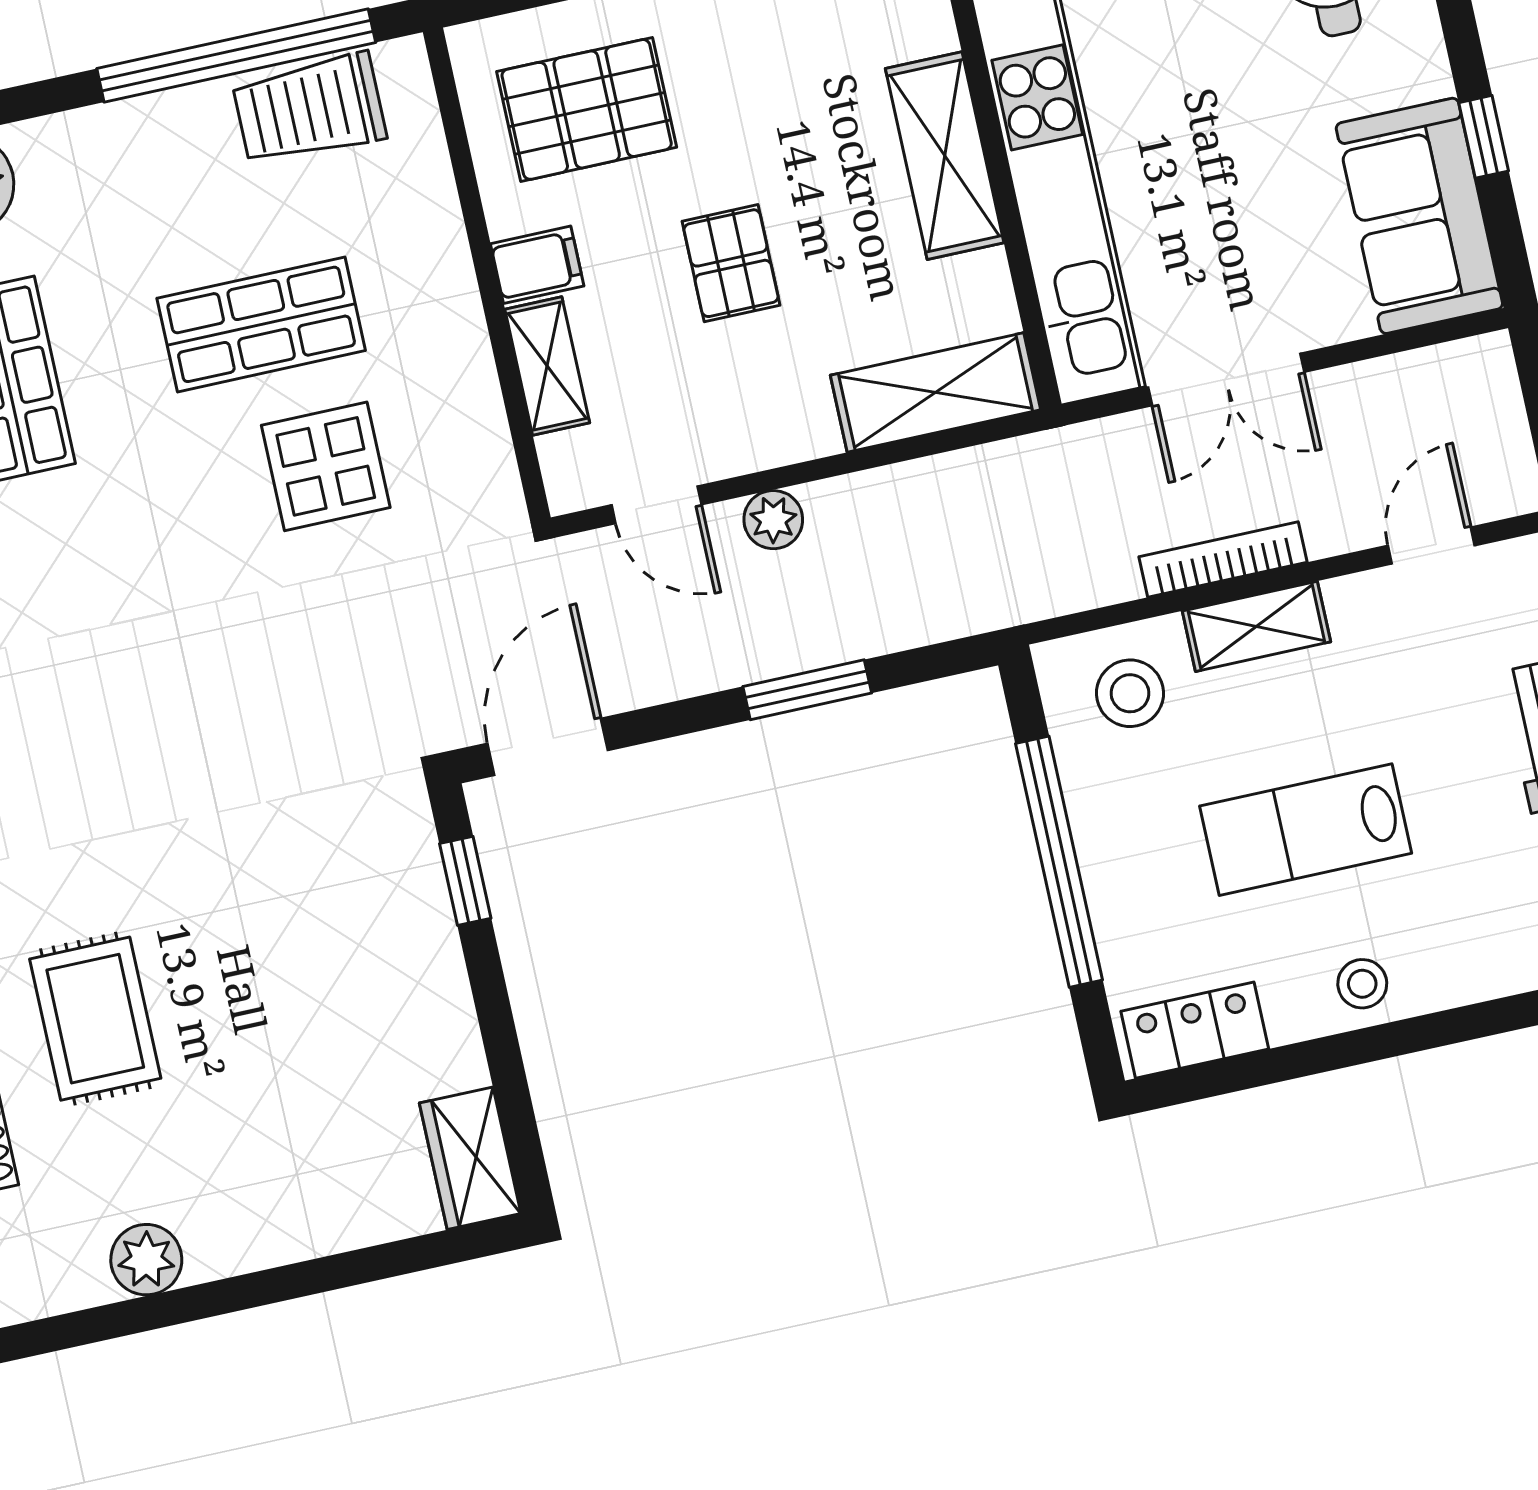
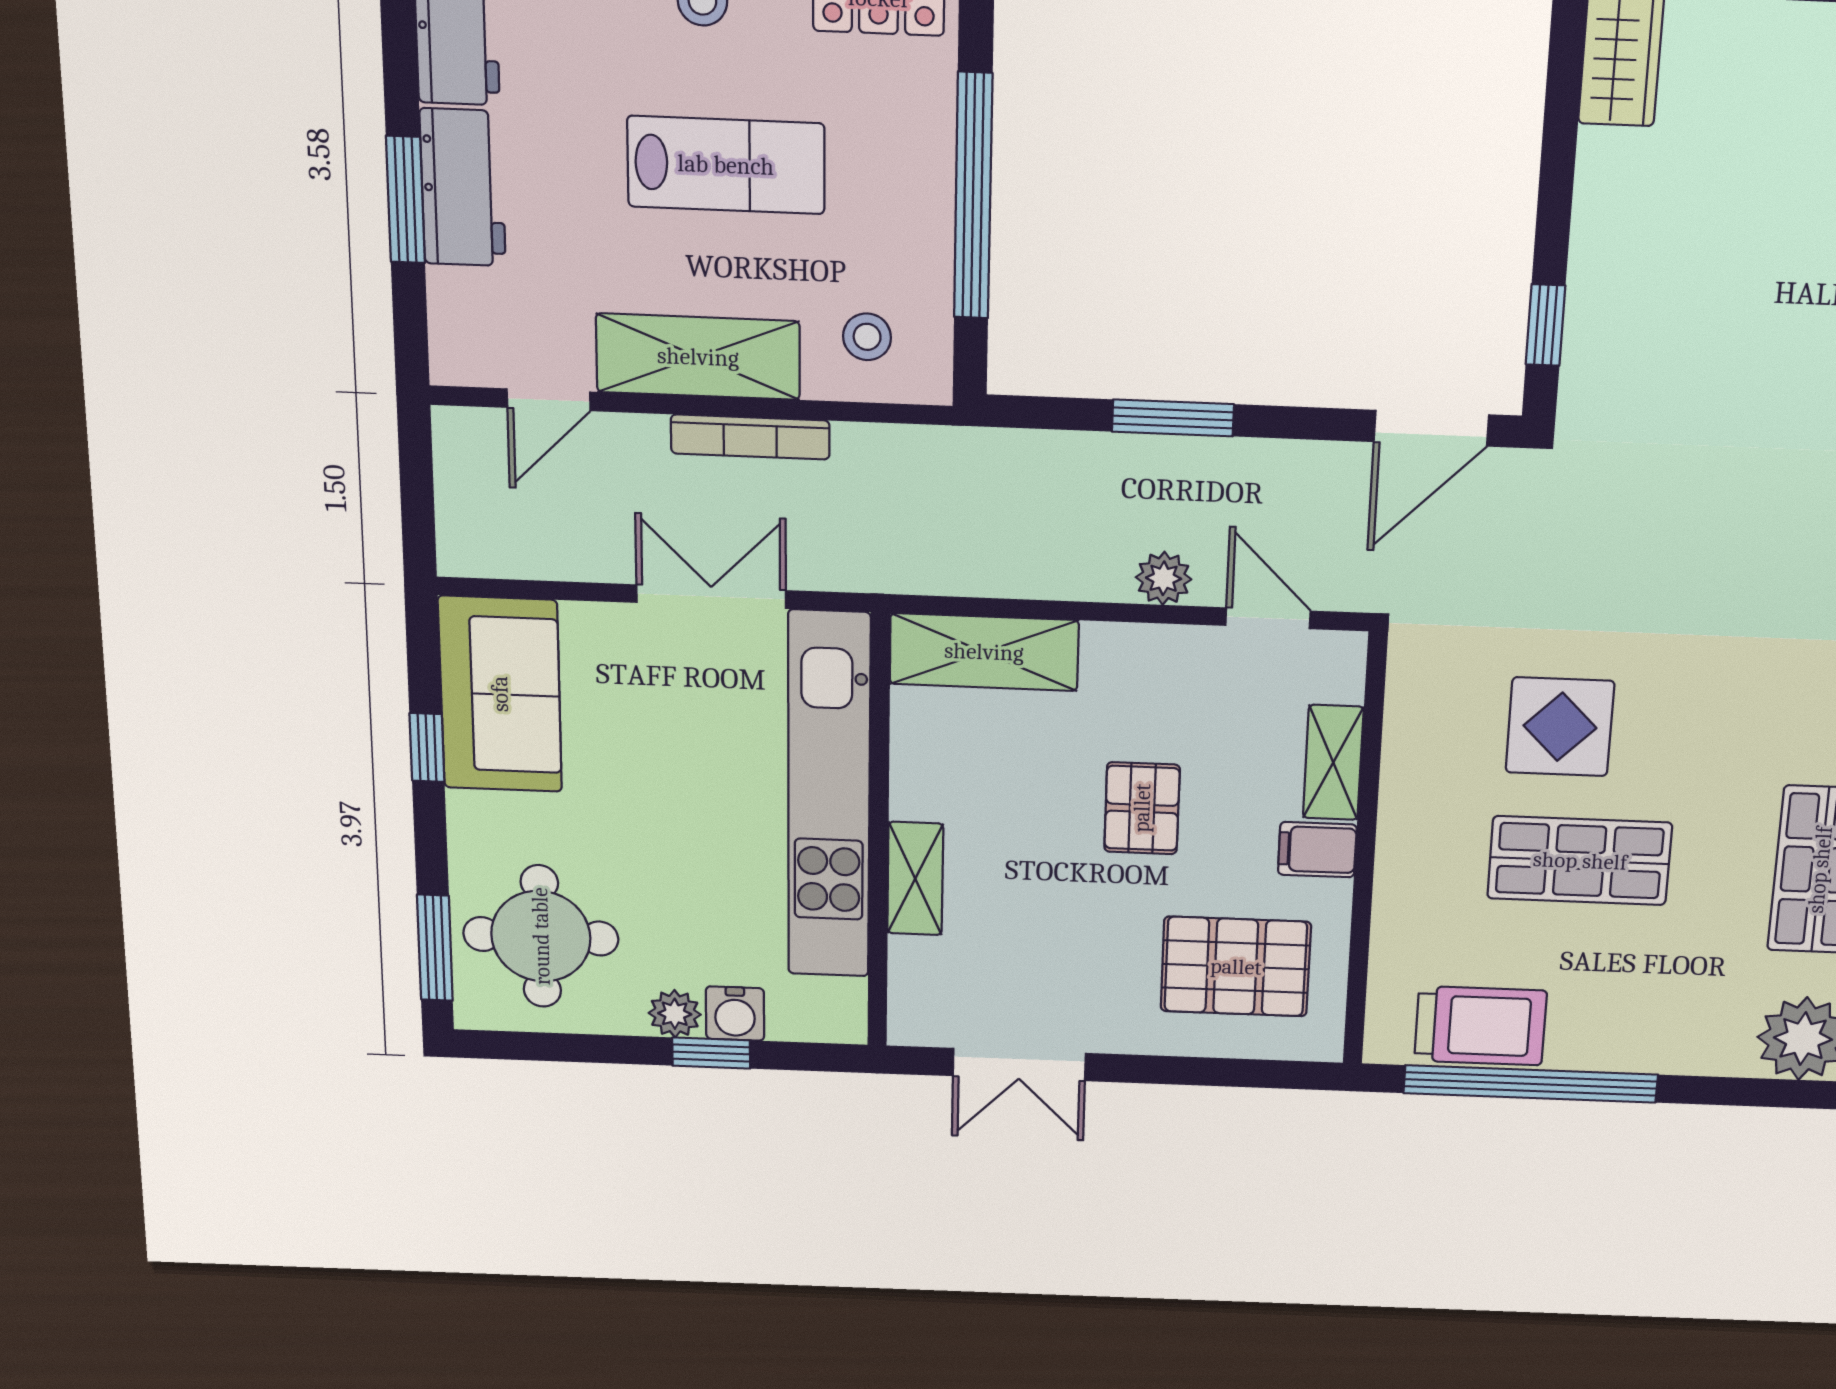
shelving: (945, 156) -> (915, 879), width x0.67, depth x0.75
shelving: (1256, 626) -> (698, 357), width x1.50, depth x1.33
stool: (1130, 693) -> (867, 337), width x0.73, depth x0.73

